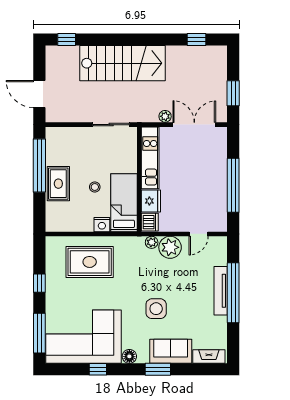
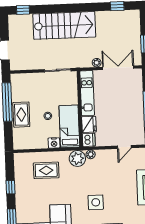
plant: (170, 247) -> (77, 158), moved
rug: (90, 262) -> (46, 170), width x0.73, depth x0.70

